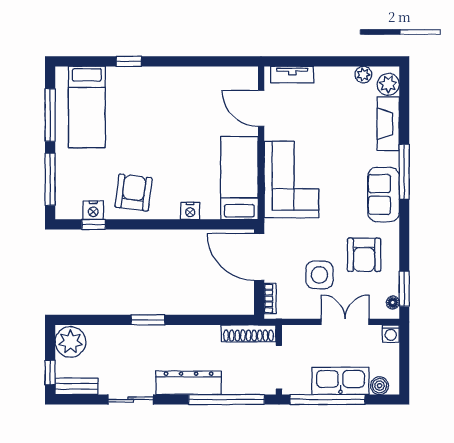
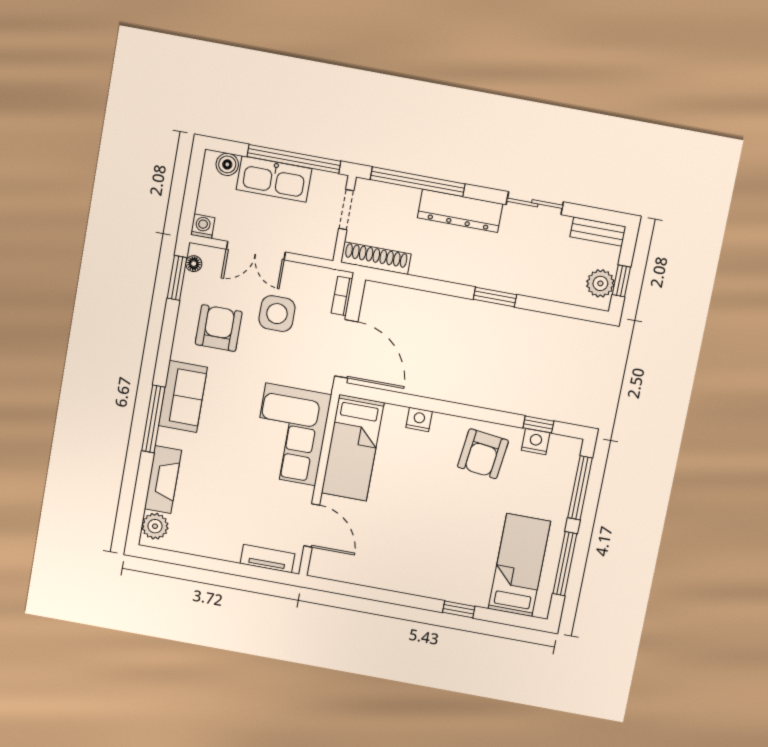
plant: (363, 75) -> (183, 543), removed
plant: (70, 342) -> (600, 283), width x0.73, depth x0.73
doorway: (279, 367) -> (346, 210), width x0.73
window: (50, 373) -> (621, 281), moved

